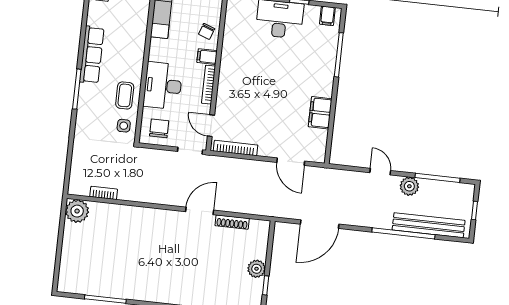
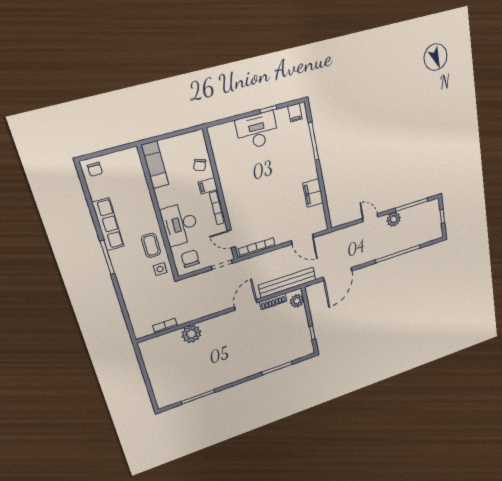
plant: (77, 211) -> (191, 334), moved
bench: (429, 225) -> (287, 282), moved
plant: (257, 269) -> (297, 301), moved

